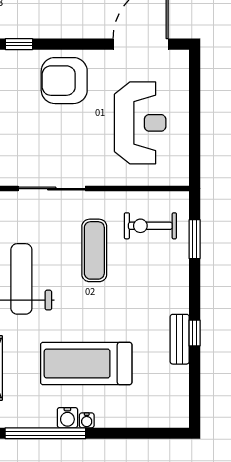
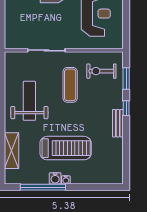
window: (195, 333) -> (126, 108), moved
bench: (180, 339) -> (118, 123), moved
treadmill: (86, 364) -> (66, 148), turned 180

